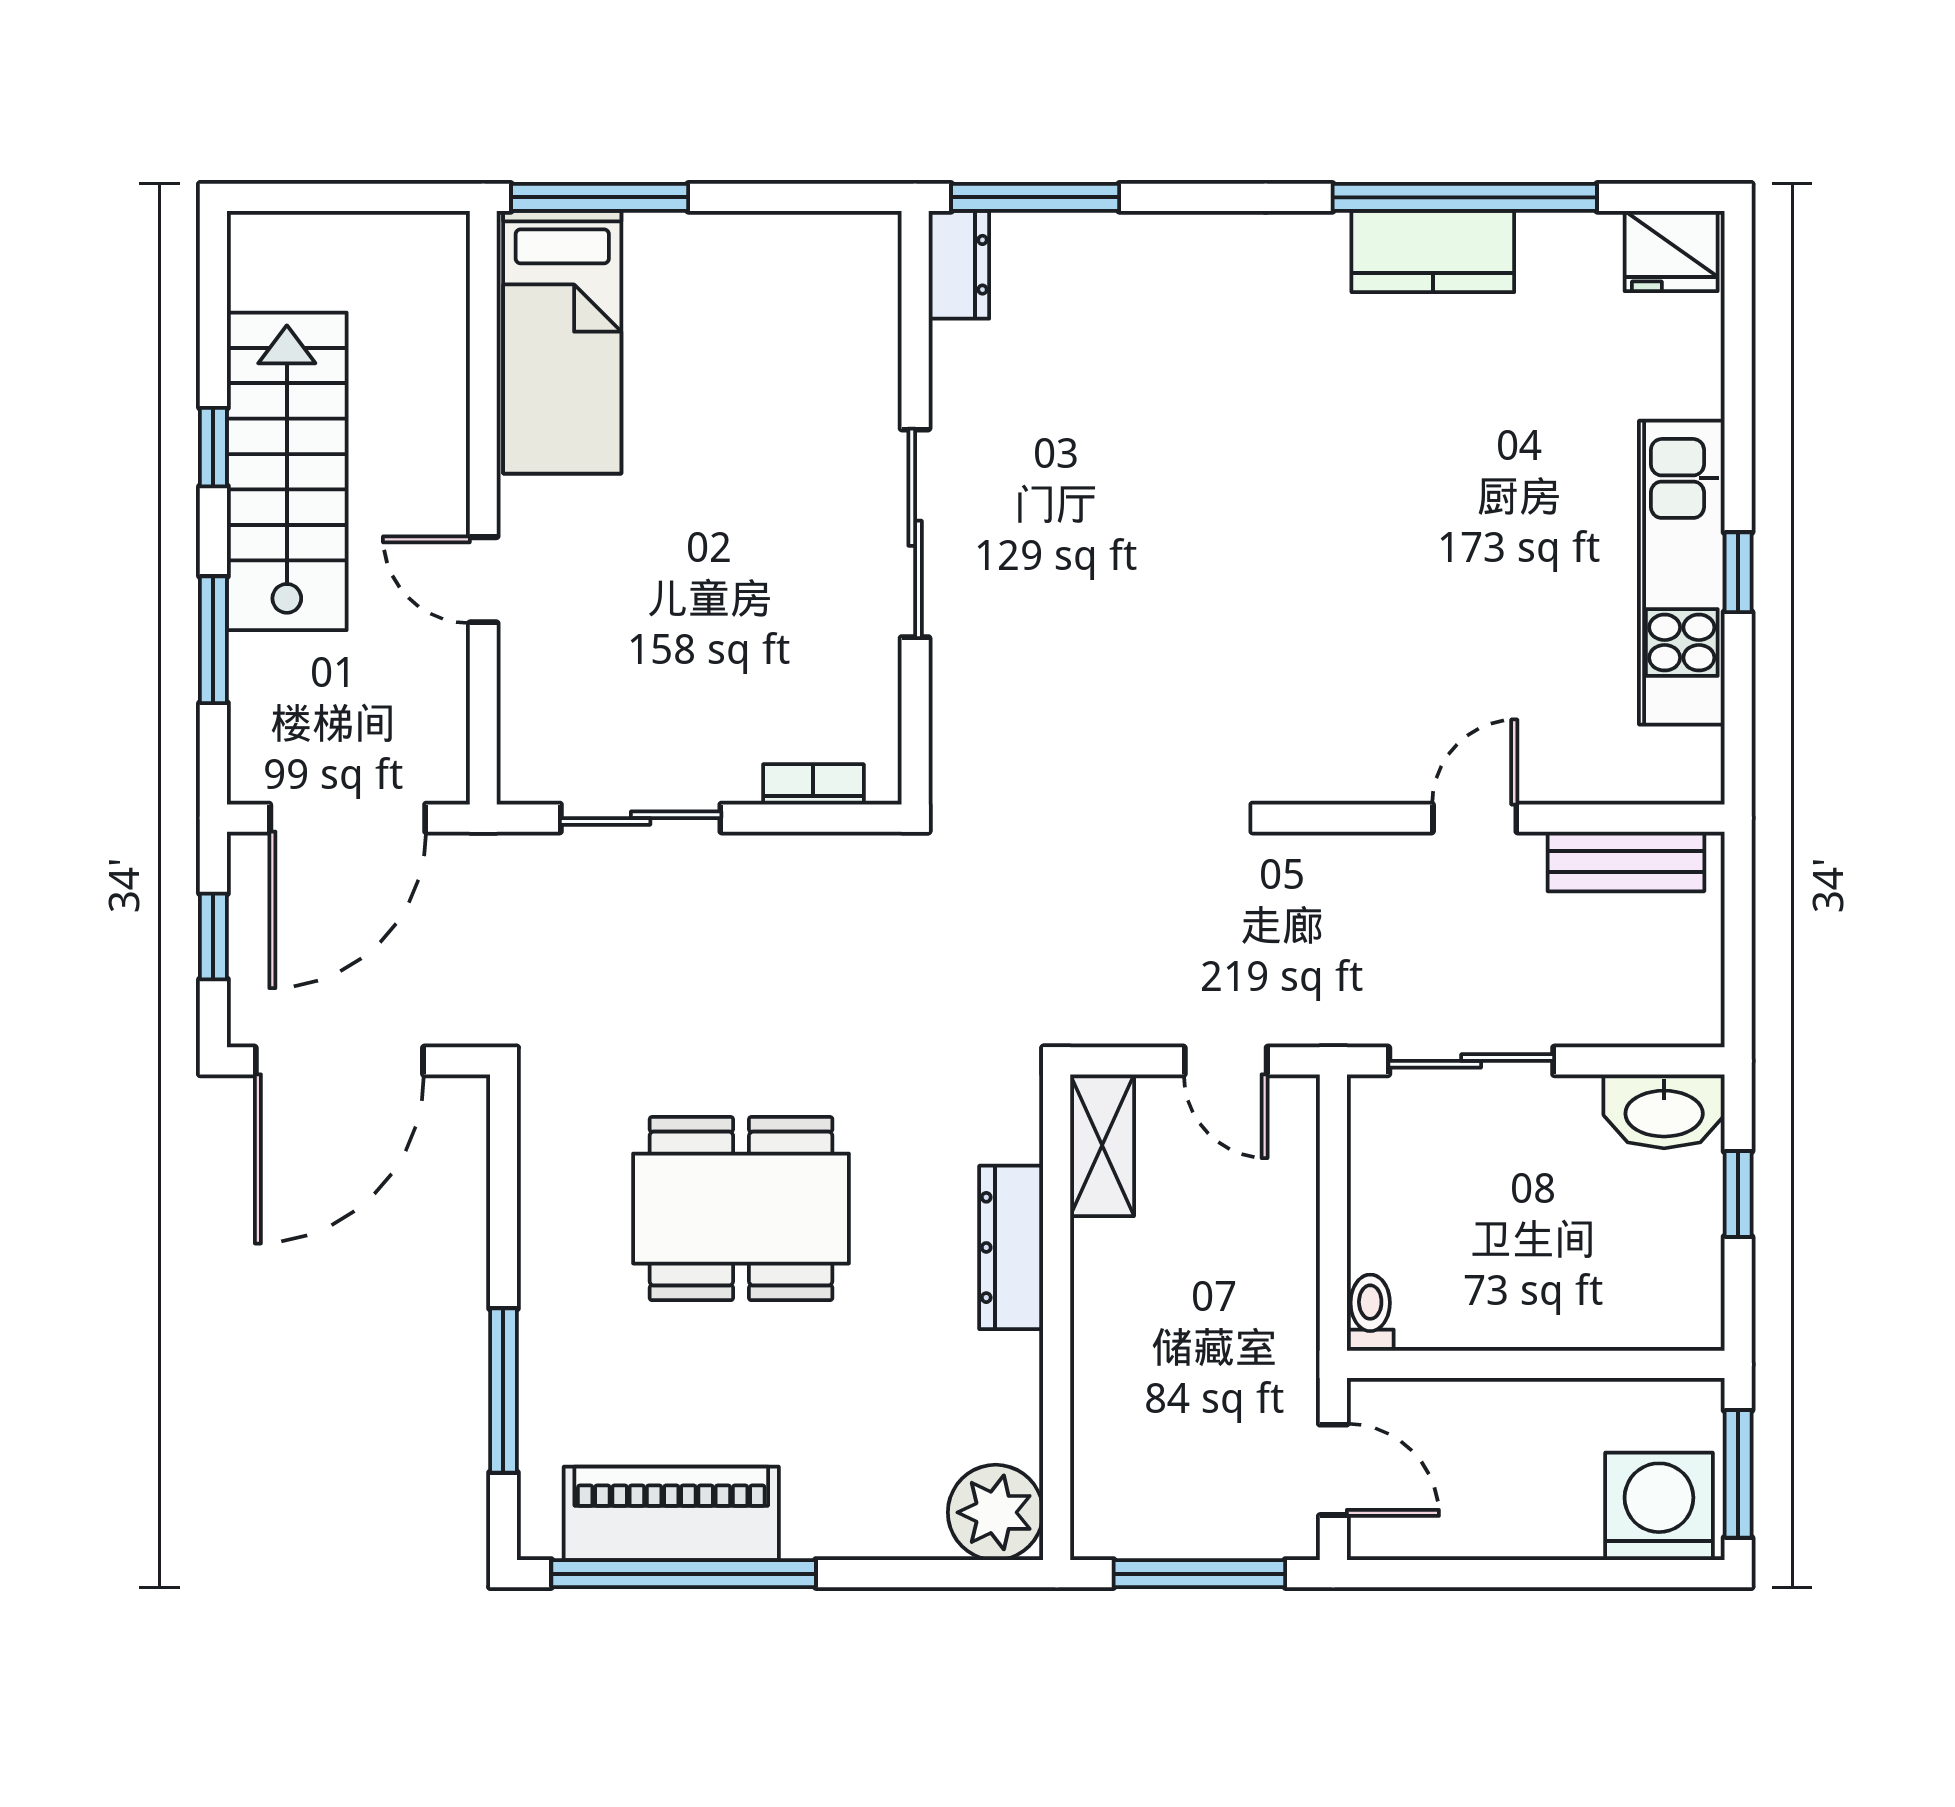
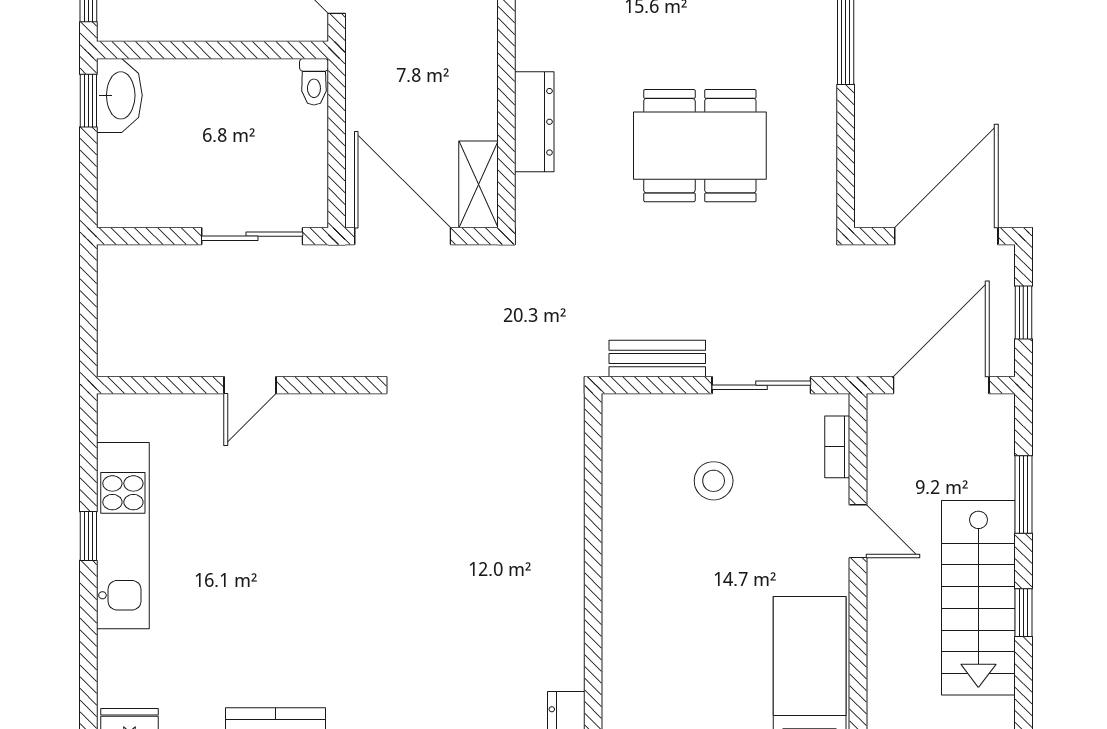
sliding door: (915, 533) -> (593, 560), removed
stool: (719, 662) -> (714, 481), added
bookcase: (813, 784) -> (837, 447), moved, turned 90
bench: (1626, 861) -> (657, 359), moved
door: (1226, 1061) -> (403, 236), width x1.87
washbasin: (1664, 1111) -> (119, 95), moved, turned 90
window: (1738, 1194) -> (88, 101), moved

